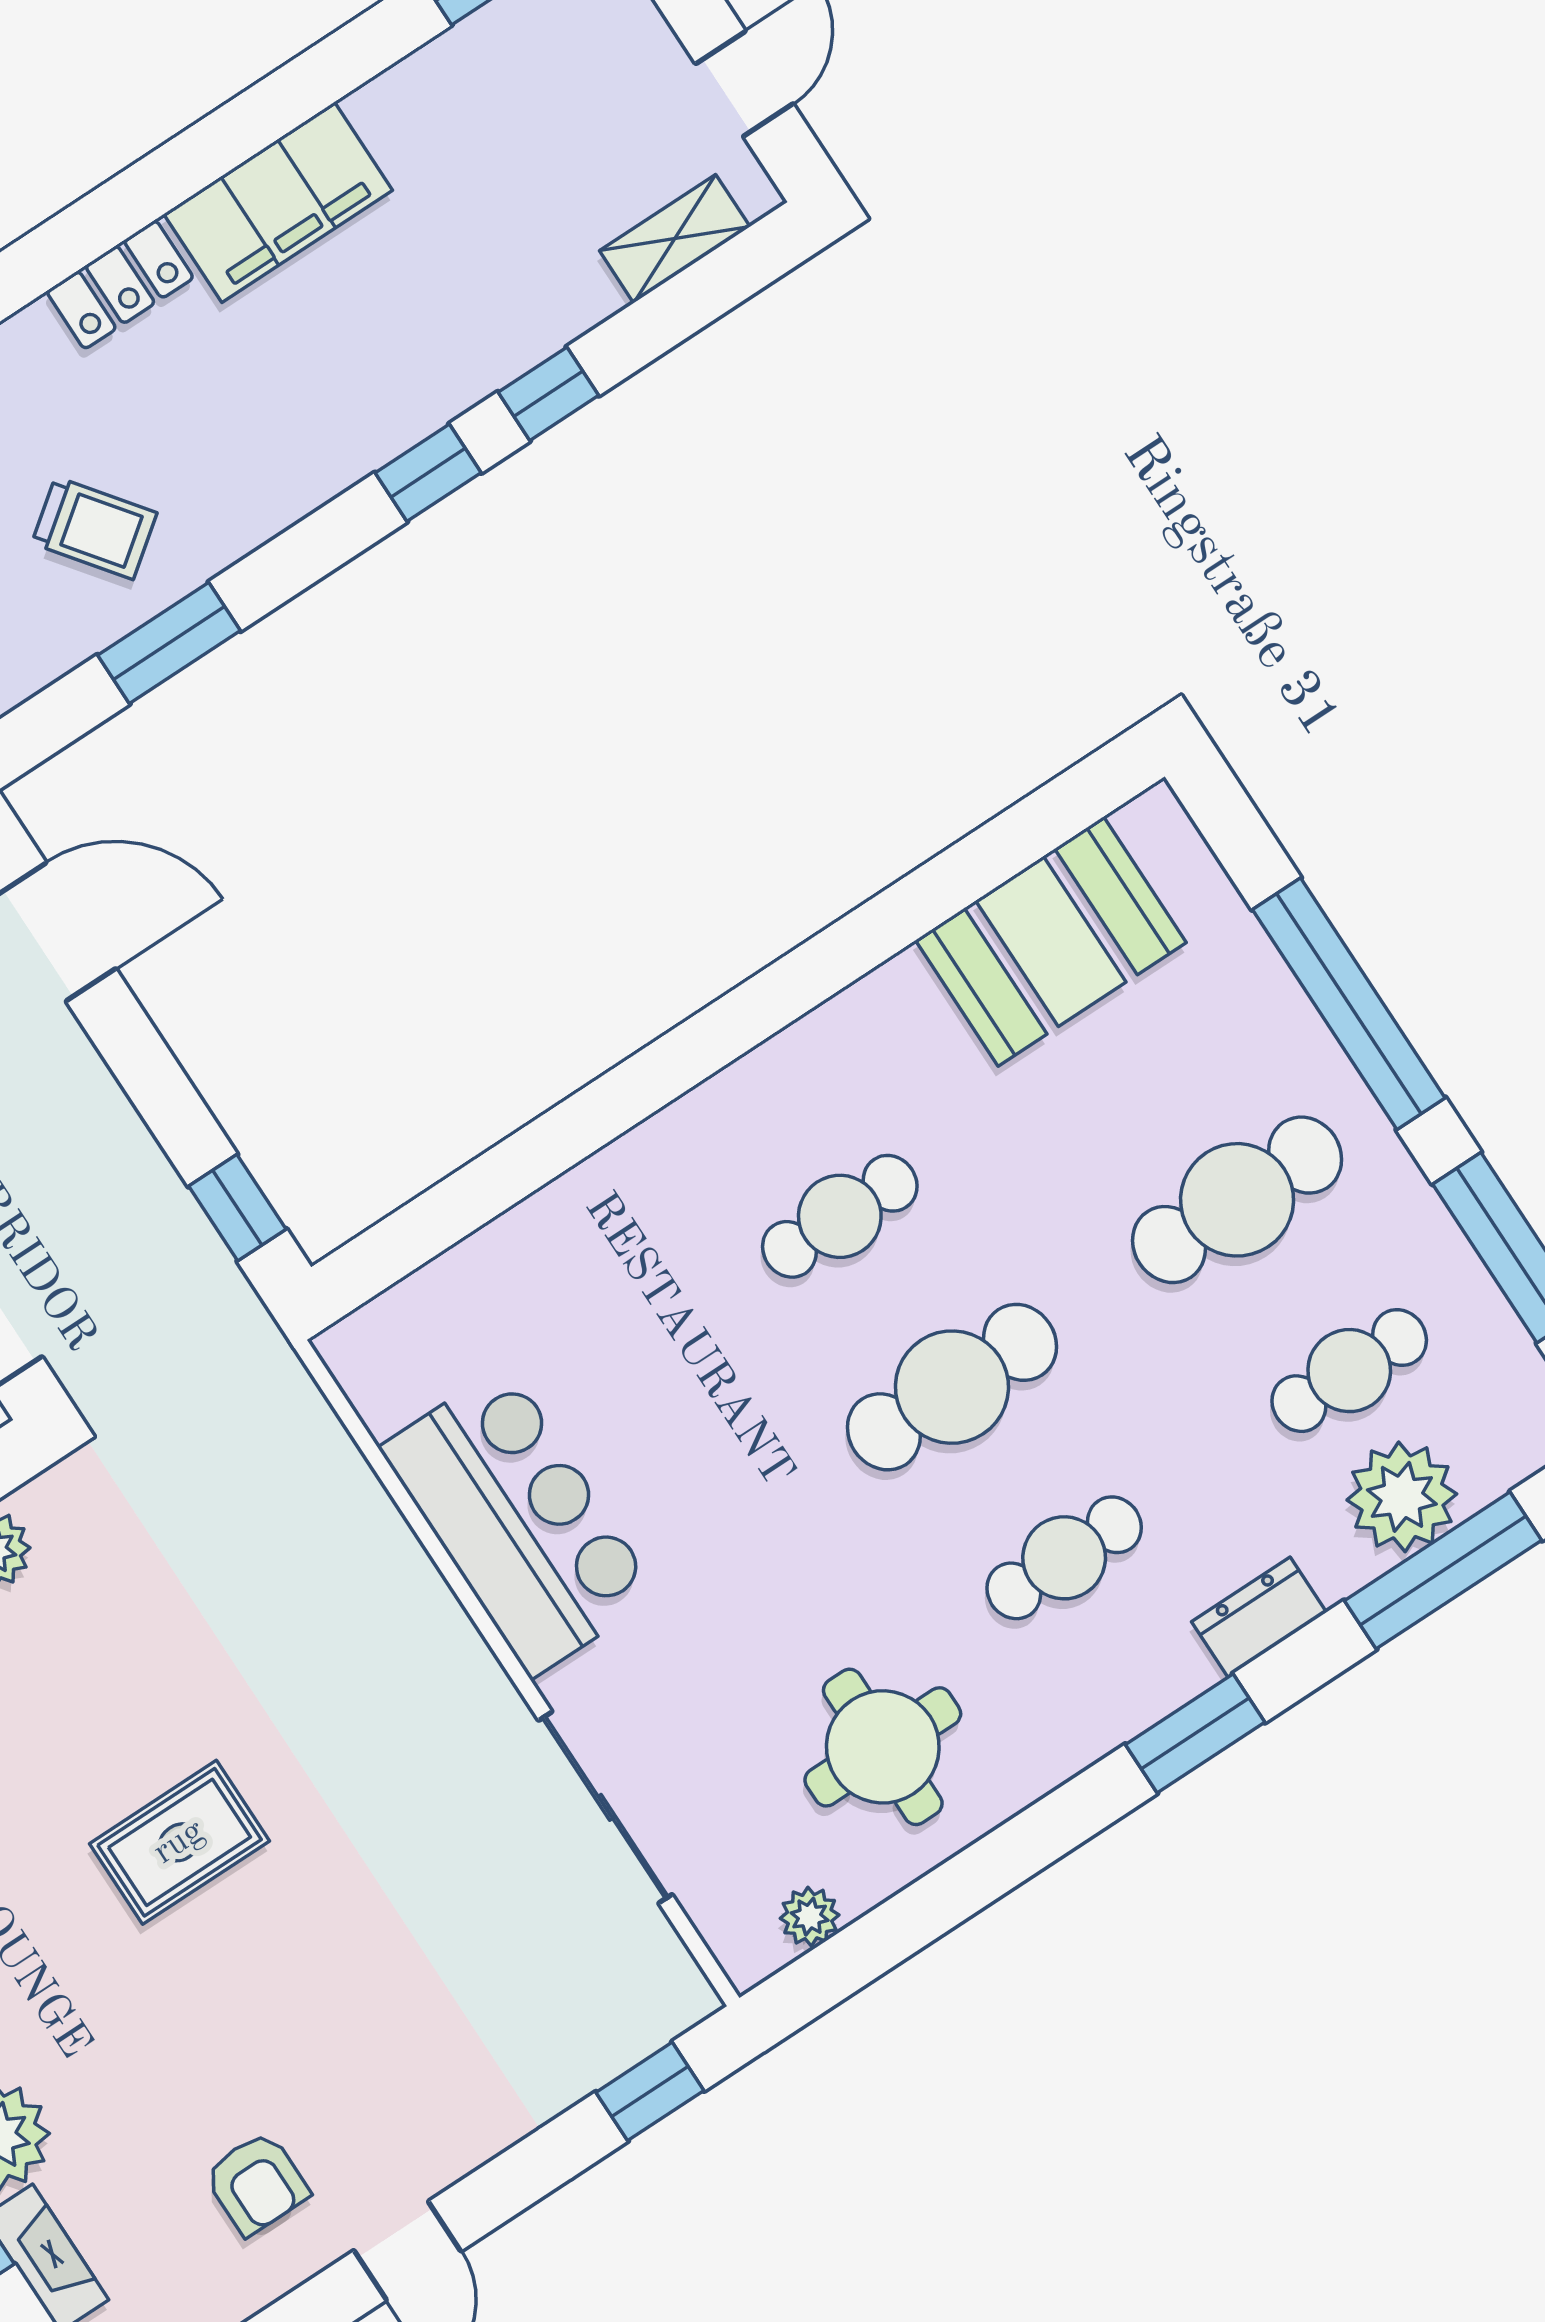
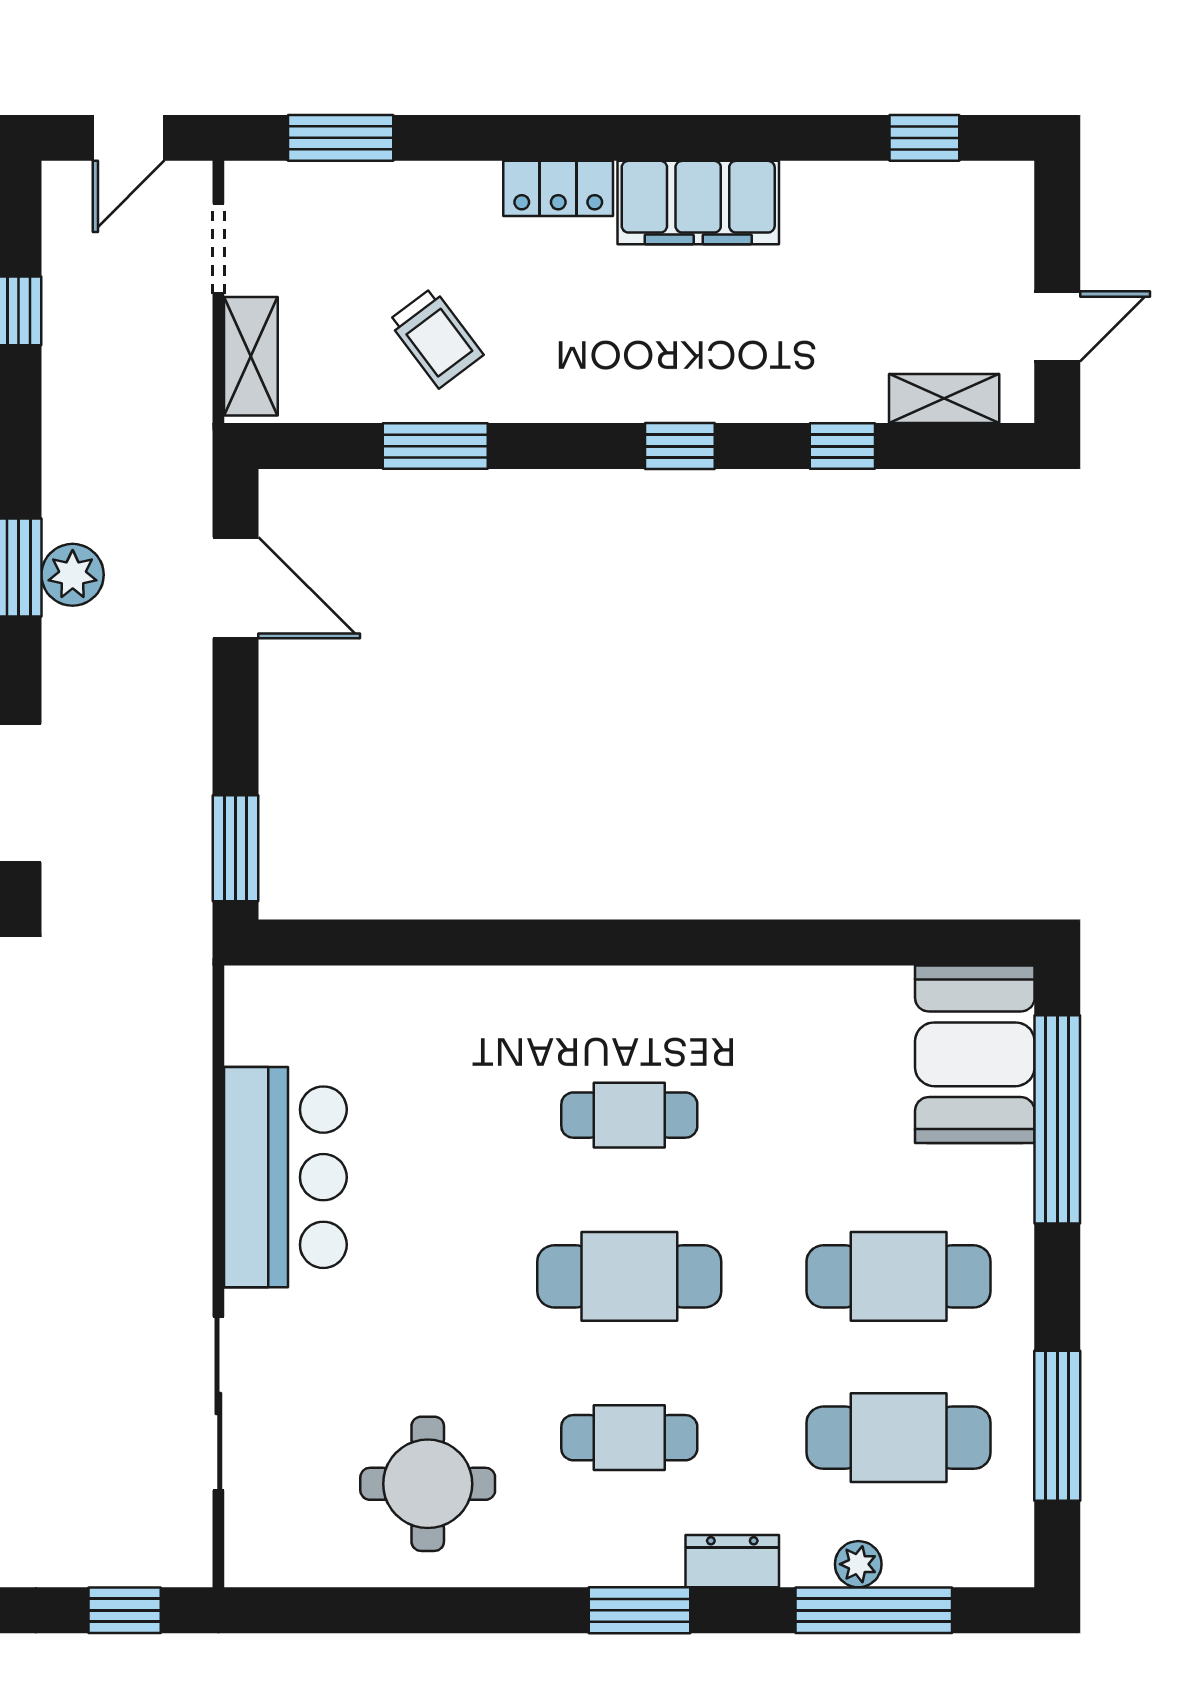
window: (548, 394) -> (842, 446), moved
booth: (1051, 941) -> (975, 1054), moved, turned 90
window: (1349, 1004) -> (1057, 1119), moved
window: (237, 1208) -> (236, 848), width x1.50
cafe table: (1349, 1371) -> (899, 1438), width x1.37, depth x1.35
plant: (1402, 1497) -> (858, 1564), width x0.53, depth x0.53
plant: (810, 1917) -> (306, 1564), removed

